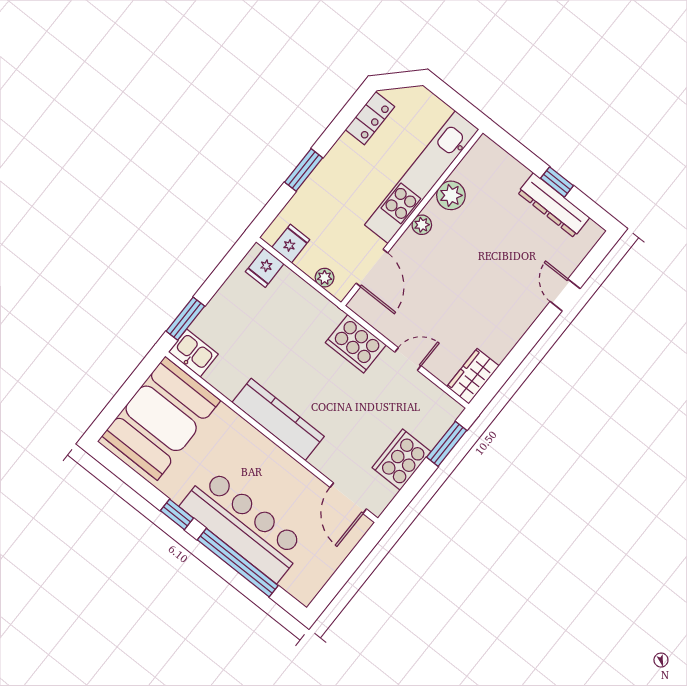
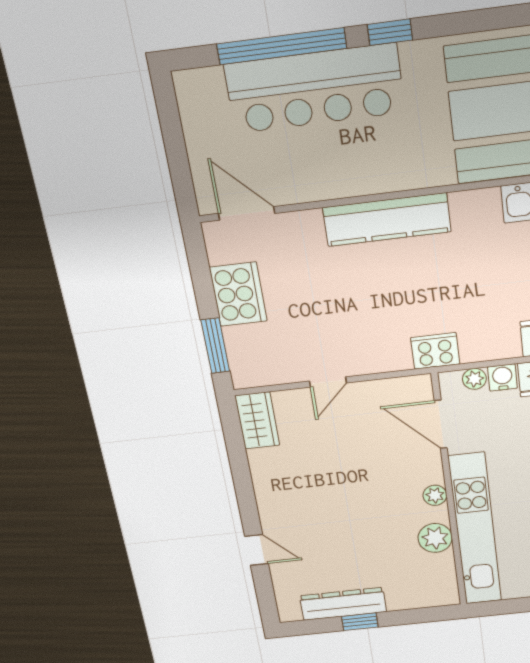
water cooler: (308, 263) -> (502, 378), added
cooker: (356, 344) -> (435, 351), moved, width x0.73, depth x0.76

